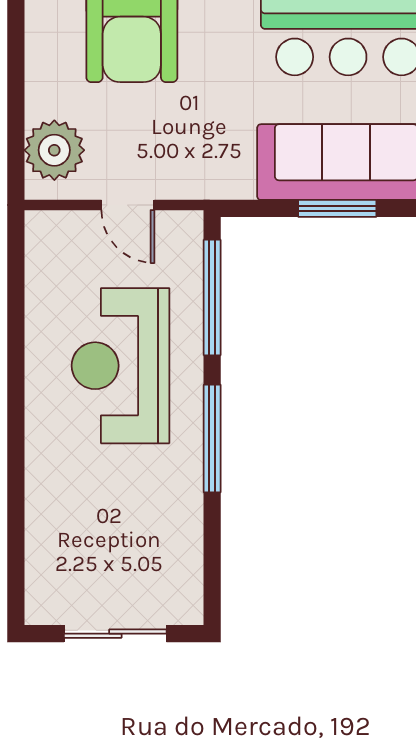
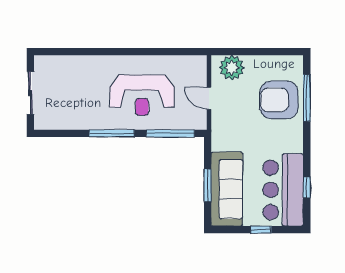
door: (128, 205) -> (209, 98), hinge flipped
reception desk: (121, 366) -> (142, 95), turned 180

